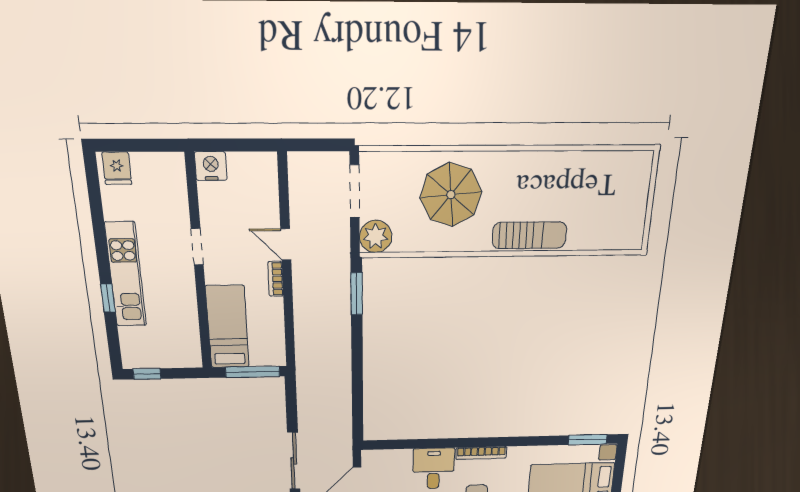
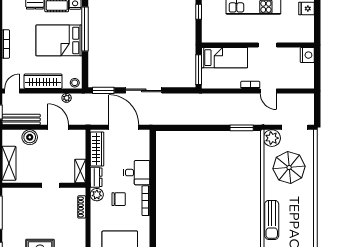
parasol: (451, 195) -> (289, 167), moved
door: (286, 244) -> (268, 91), swing flipped

